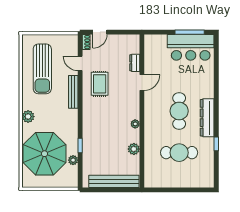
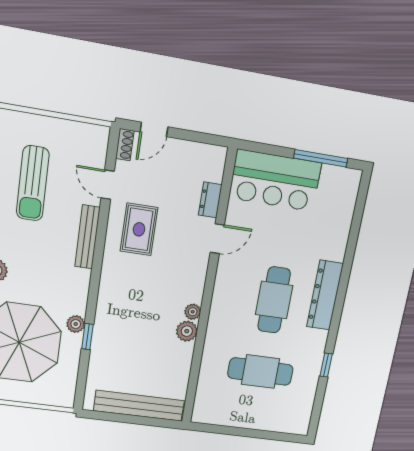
bar counter: (191, 47) -> (275, 180), moved
sun lounger: (42, 69) -> (33, 183), width x0.73, depth x0.75
dresser: (207, 118) -> (325, 295), moved
plant: (134, 149) -> (187, 331), moved
plant: (73, 160) -> (76, 324), moved

